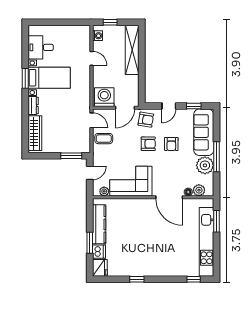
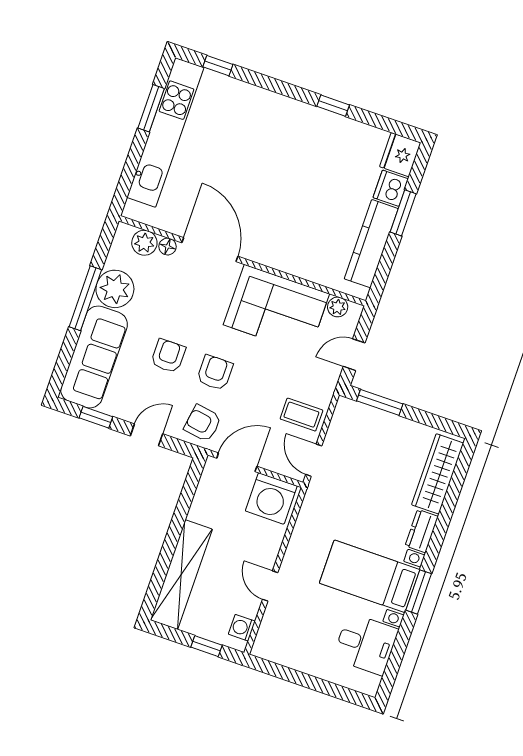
armchair: (148, 144) -> (215, 373), turned 90
window: (217, 221) -> (151, 108), moved

